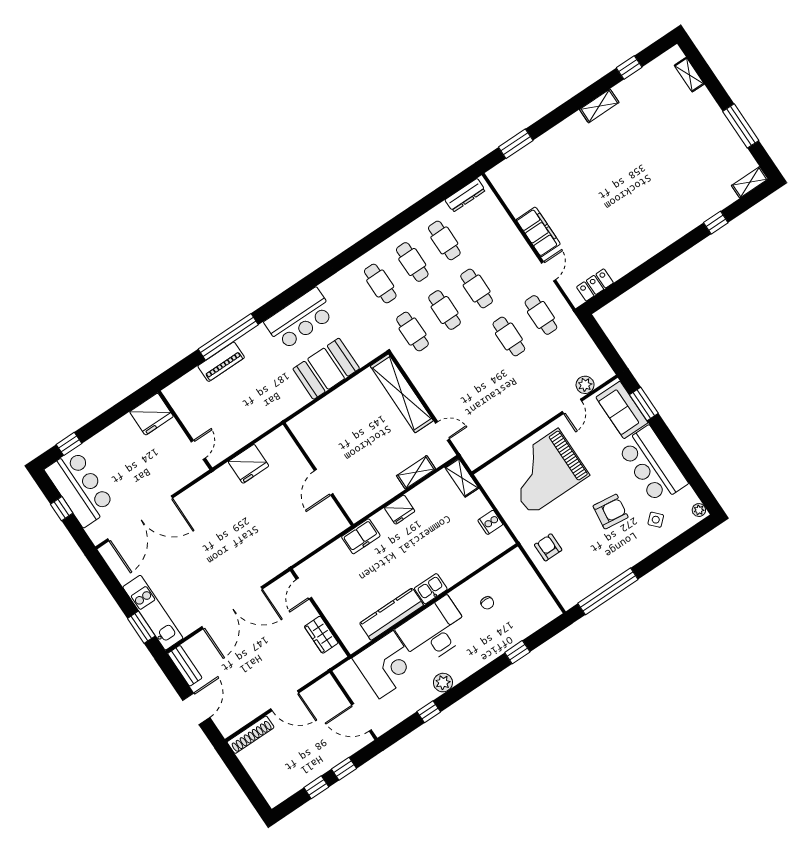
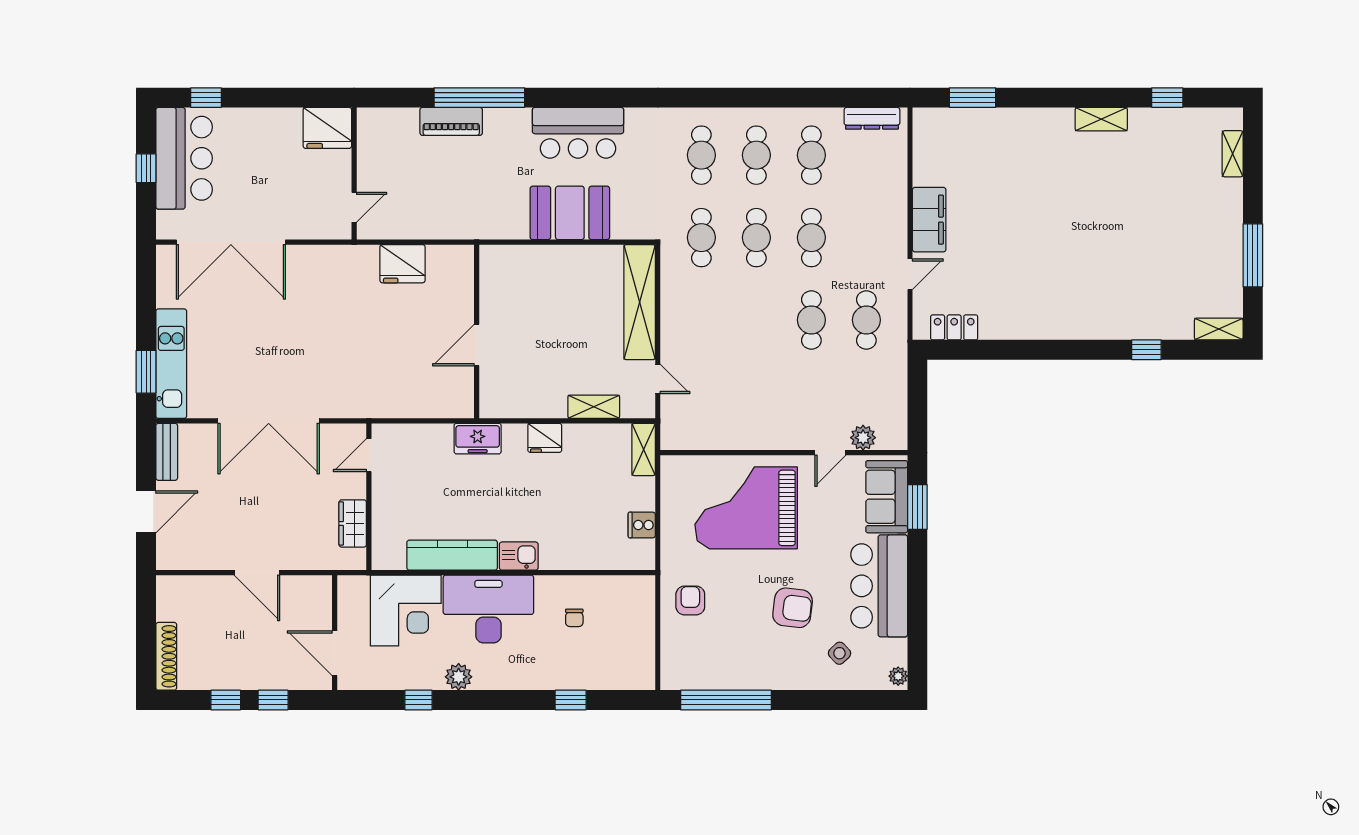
shoe rack: (251, 735) -> (166, 656), moved, turned -90

